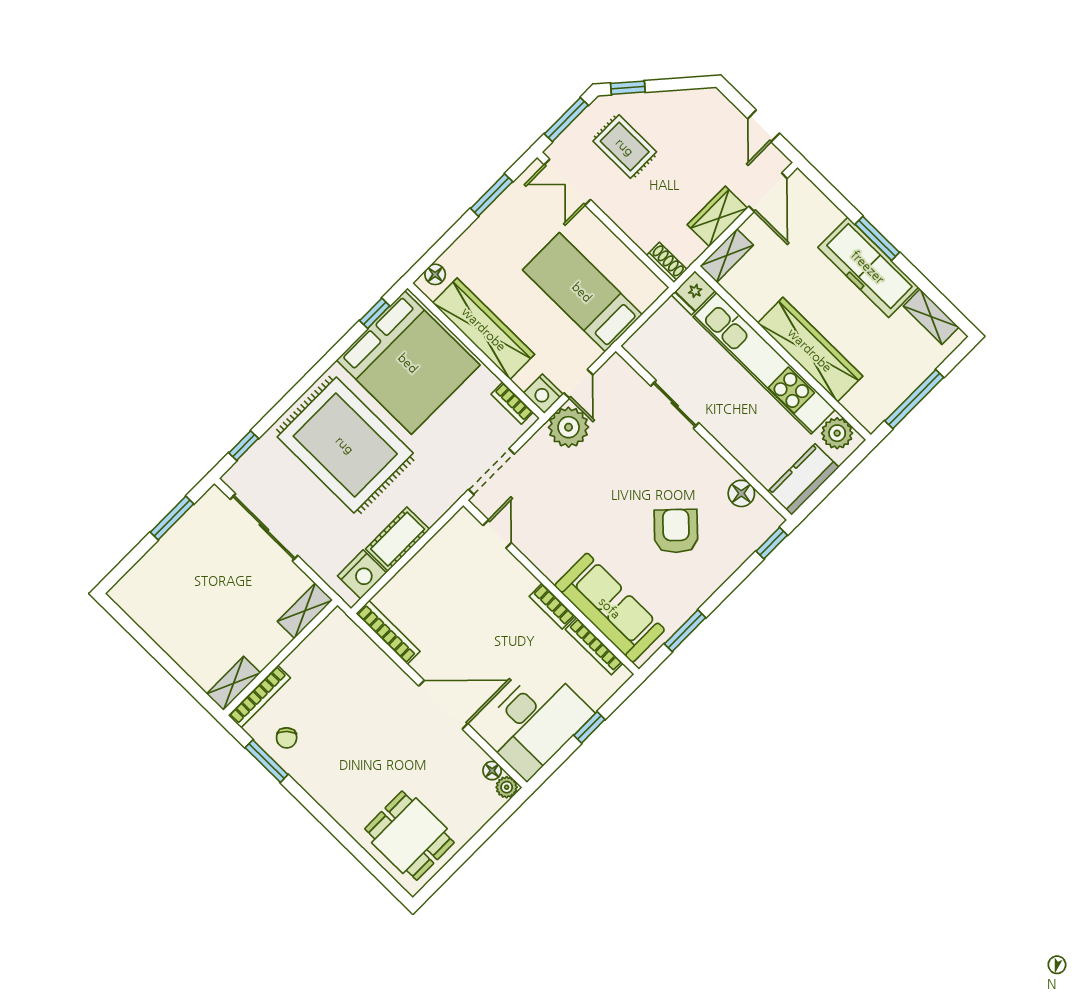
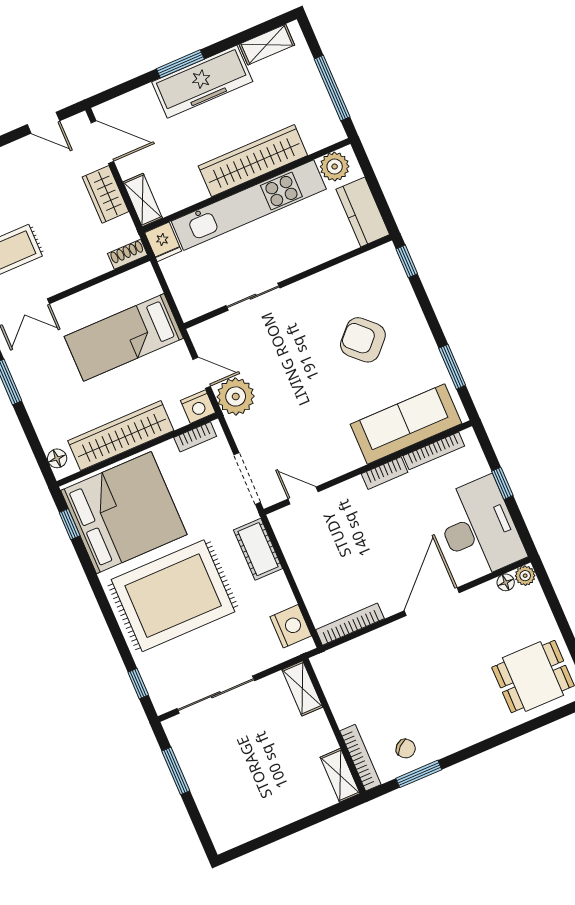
floor lamp: (741, 493) -> (353, 270), removed
cot: (398, 539) -> (258, 549), moved

